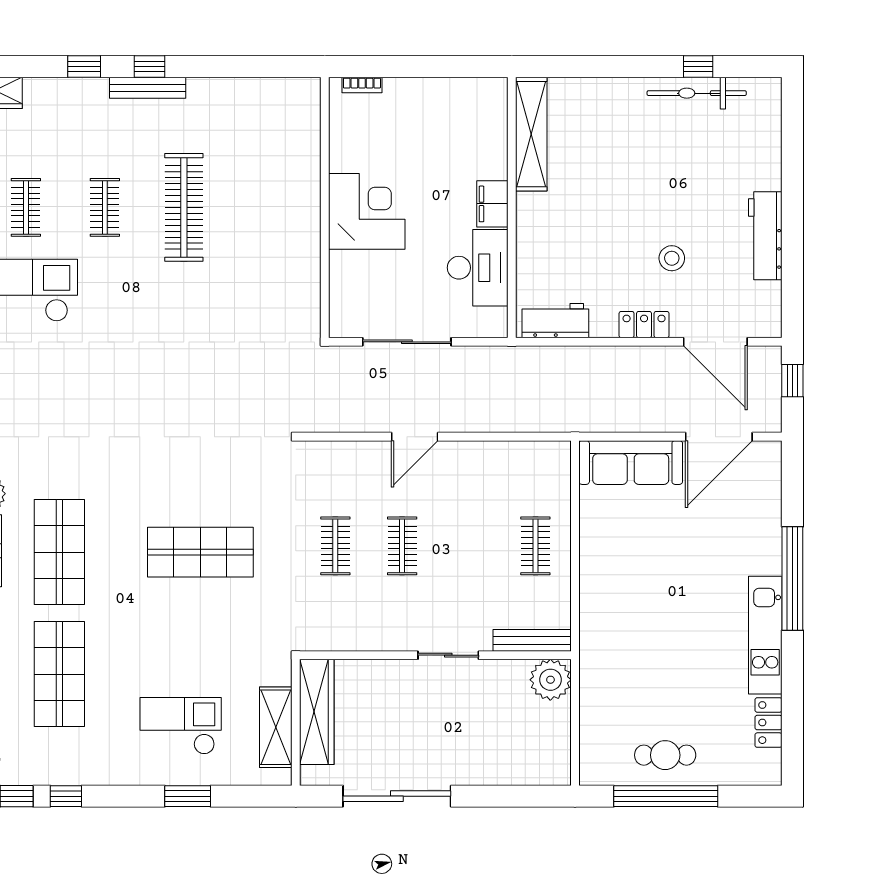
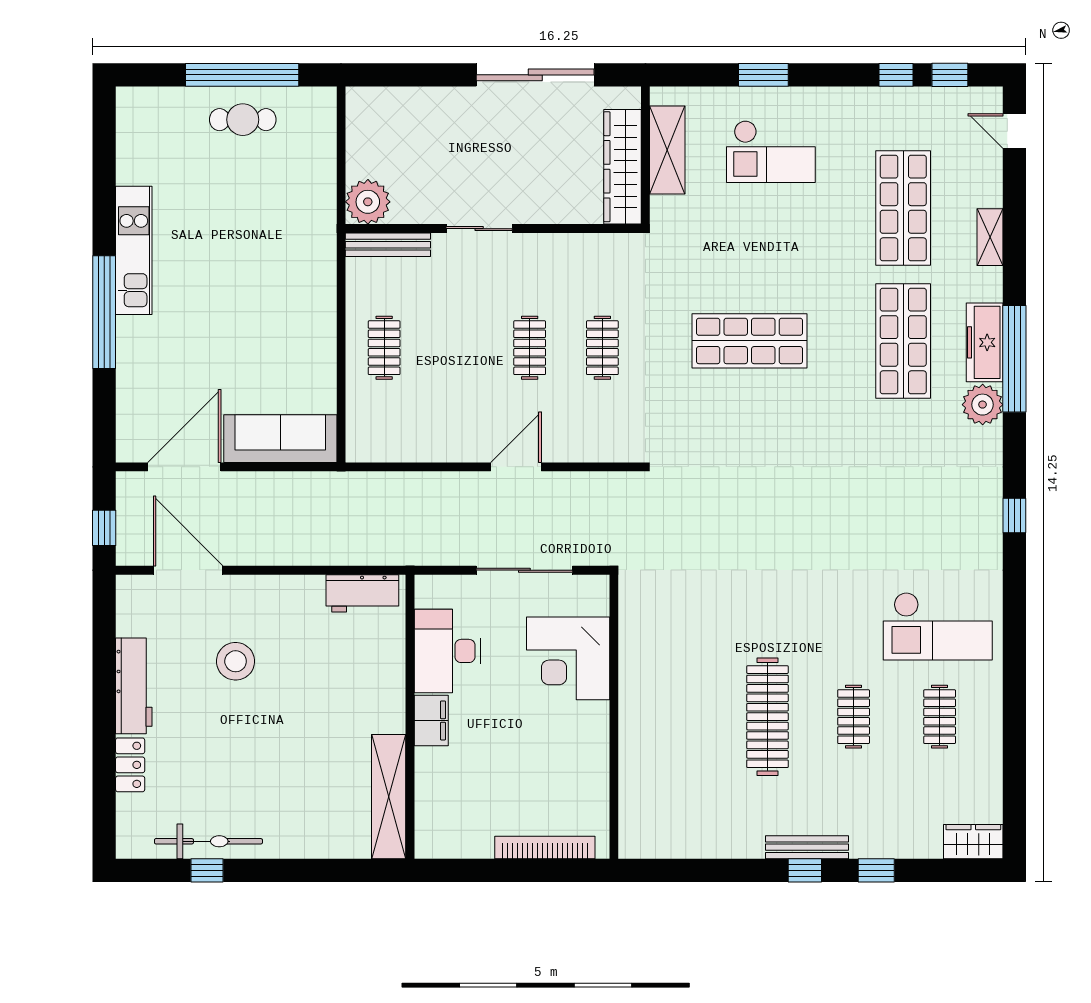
bookcase: (362, 85) -> (545, 847), width x2.31, depth x1.31
corner desk: (367, 211) -> (568, 658), moved
stool: (672, 258) -> (236, 661), width x1.38, depth x1.38
locker: (644, 325) -> (130, 765), moved, turned -90
locker: (768, 723) -> (130, 155), removed

